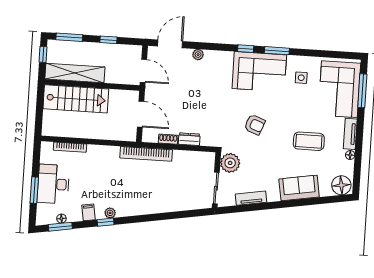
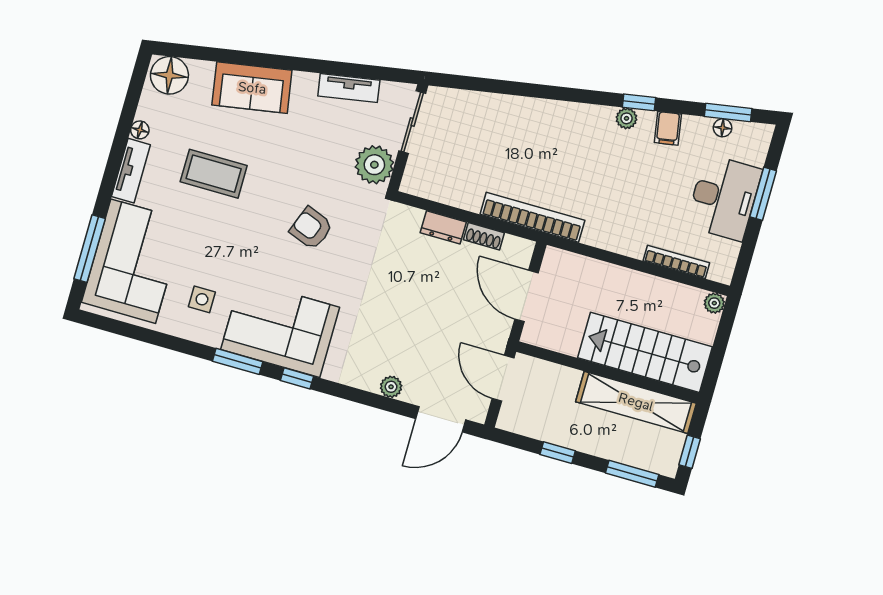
plant: (47, 131) -> (714, 303), added

